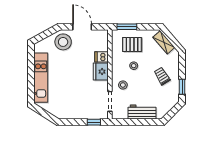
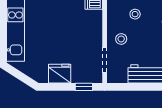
fridge: (101, 72) -> (60, 74), moved, turned 90

